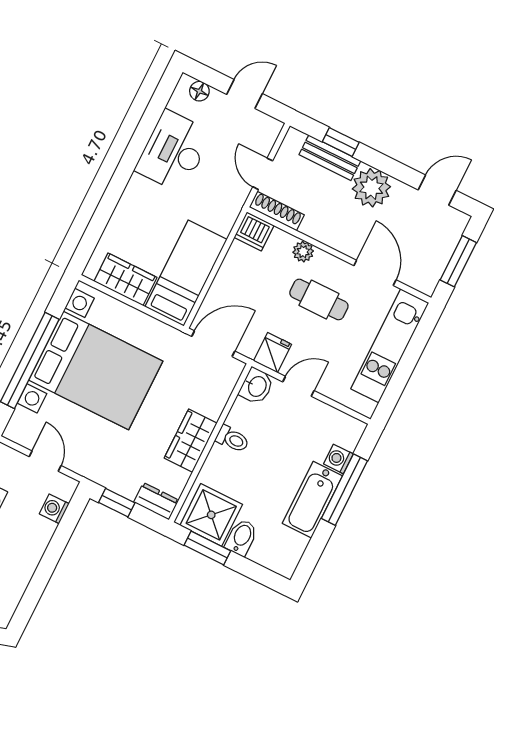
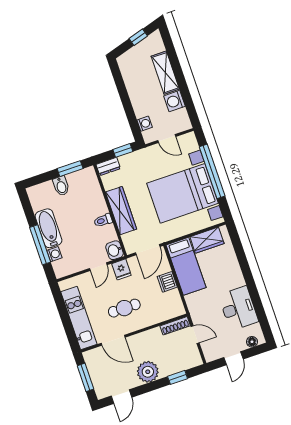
bench: (330, 158) -> (176, 367), removed
dishwasher: (254, 231) -> (167, 282), moved, turned -90
plant: (303, 252) -> (149, 320), removed
wardrobe: (191, 441) -> (121, 211), width x1.50
shower: (211, 515) -> (82, 183), removed

